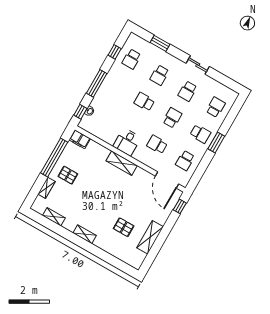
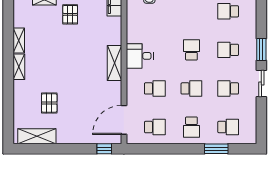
window: (160, 43) -> (261, 50), moved
window: (216, 142) -> (216, 149), moved
school desk: (157, 144) -> (155, 88), turned 90
school desk: (185, 161) -> (155, 127), turned 180
shelving: (54, 217) -> (19, 40), moved
shelving: (150, 237) -> (37, 136), moved

